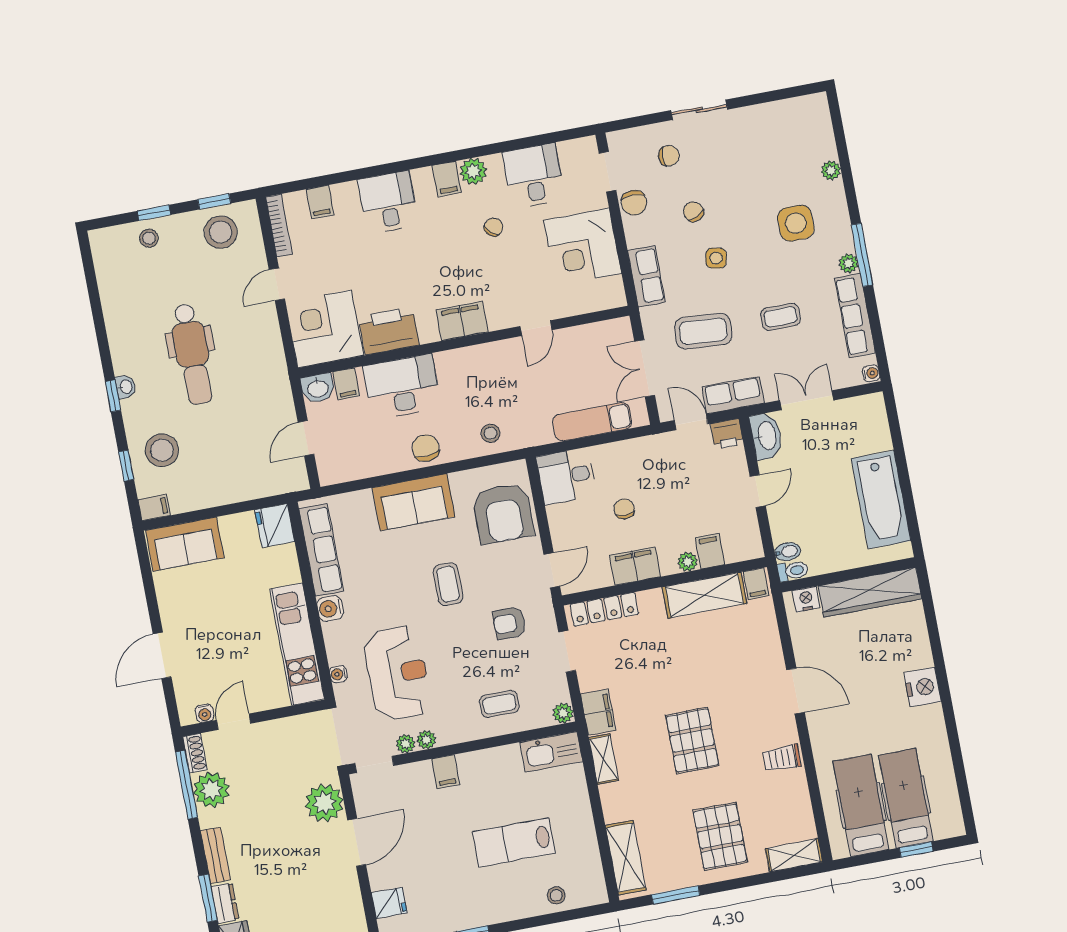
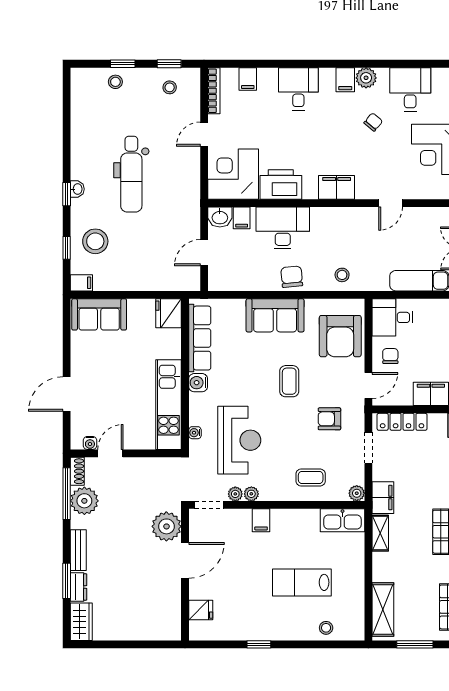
stool: (221, 232) -> (170, 87), width x0.53, depth x0.53
chair: (624, 509) -> (390, 356), moved

